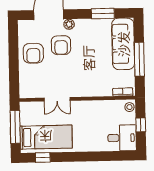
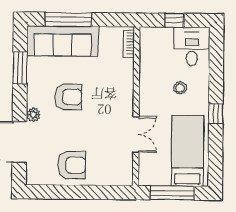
armchair: (61, 45) -> (69, 97), moved
window: (139, 59) -> (68, 19), moved
stool: (129, 107) -> (180, 88), moved
window: (43, 157) -> (216, 114), moved

